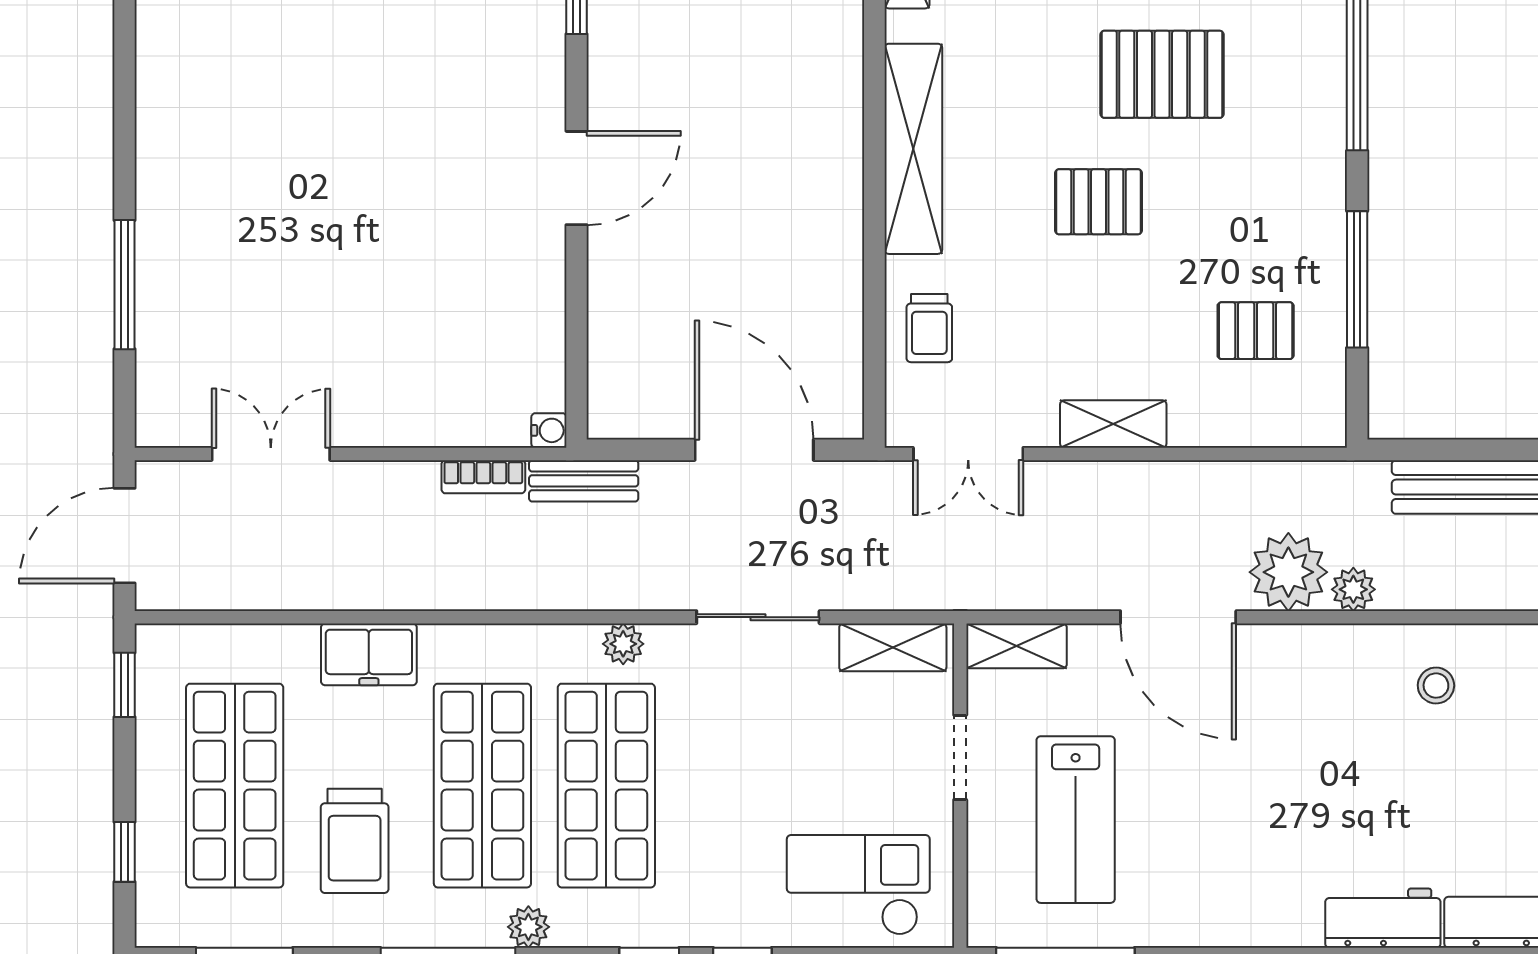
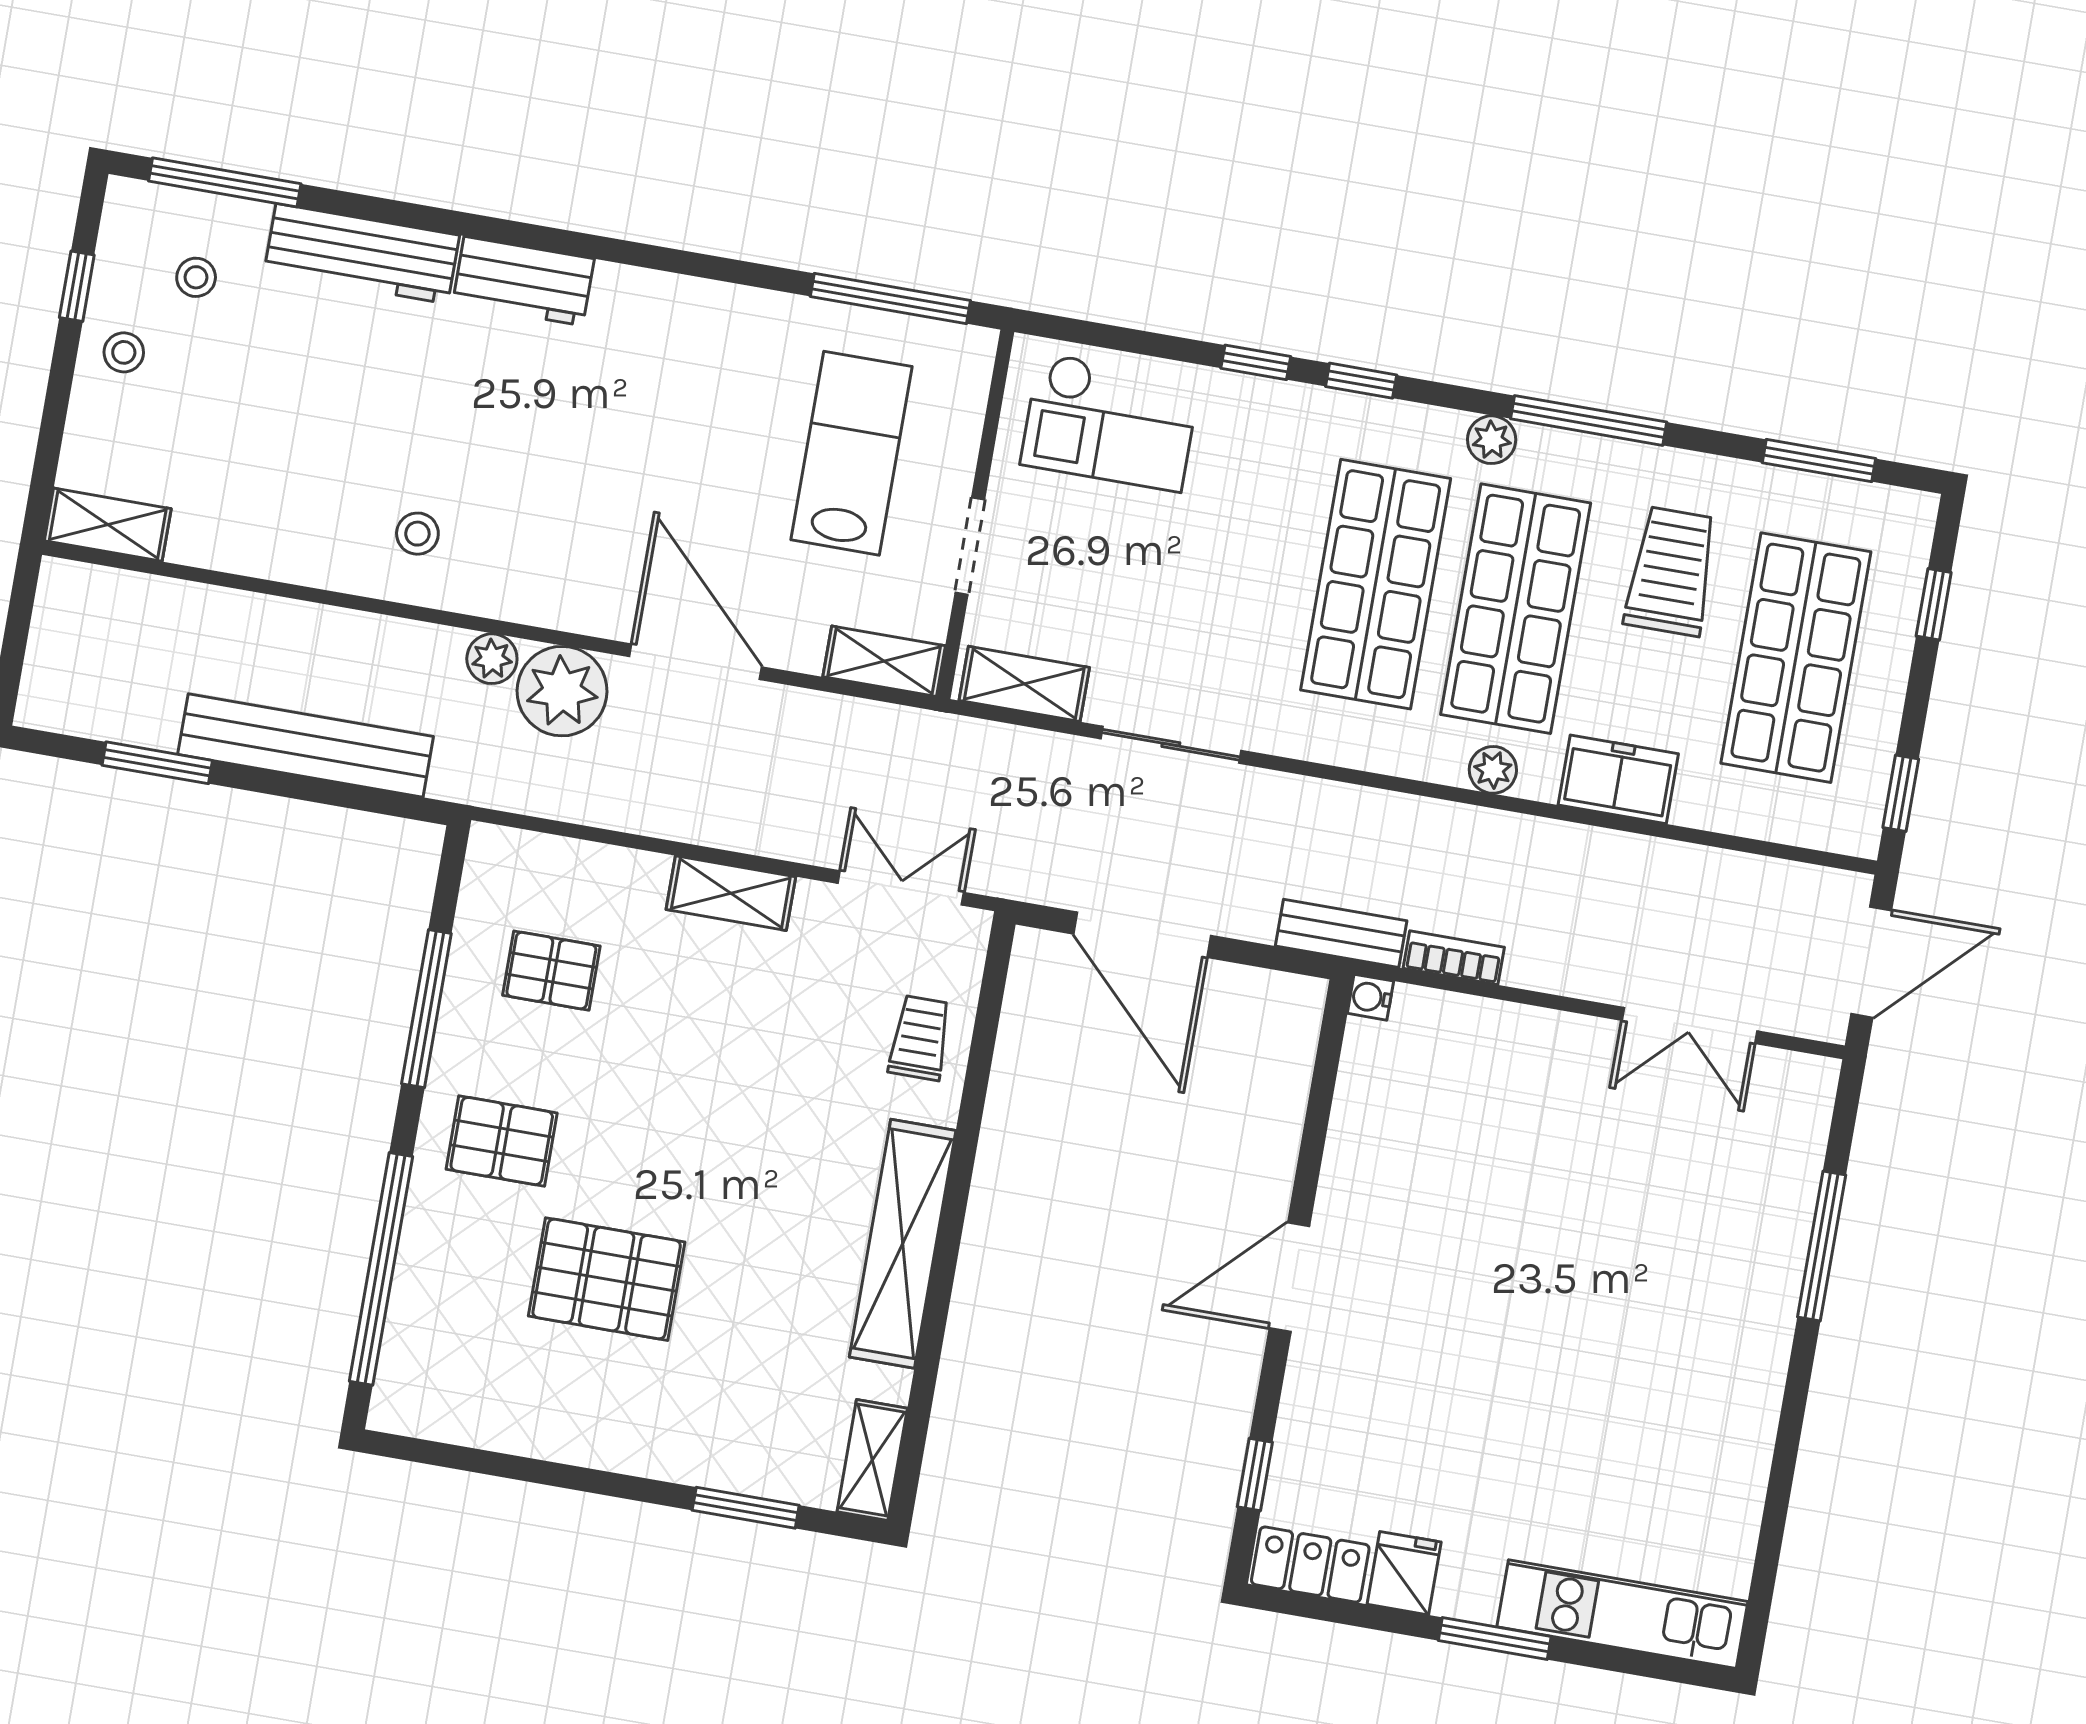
pallet: (1099, 202) -> (502, 1141), moved
plant: (623, 644) -> (1493, 770), moved

